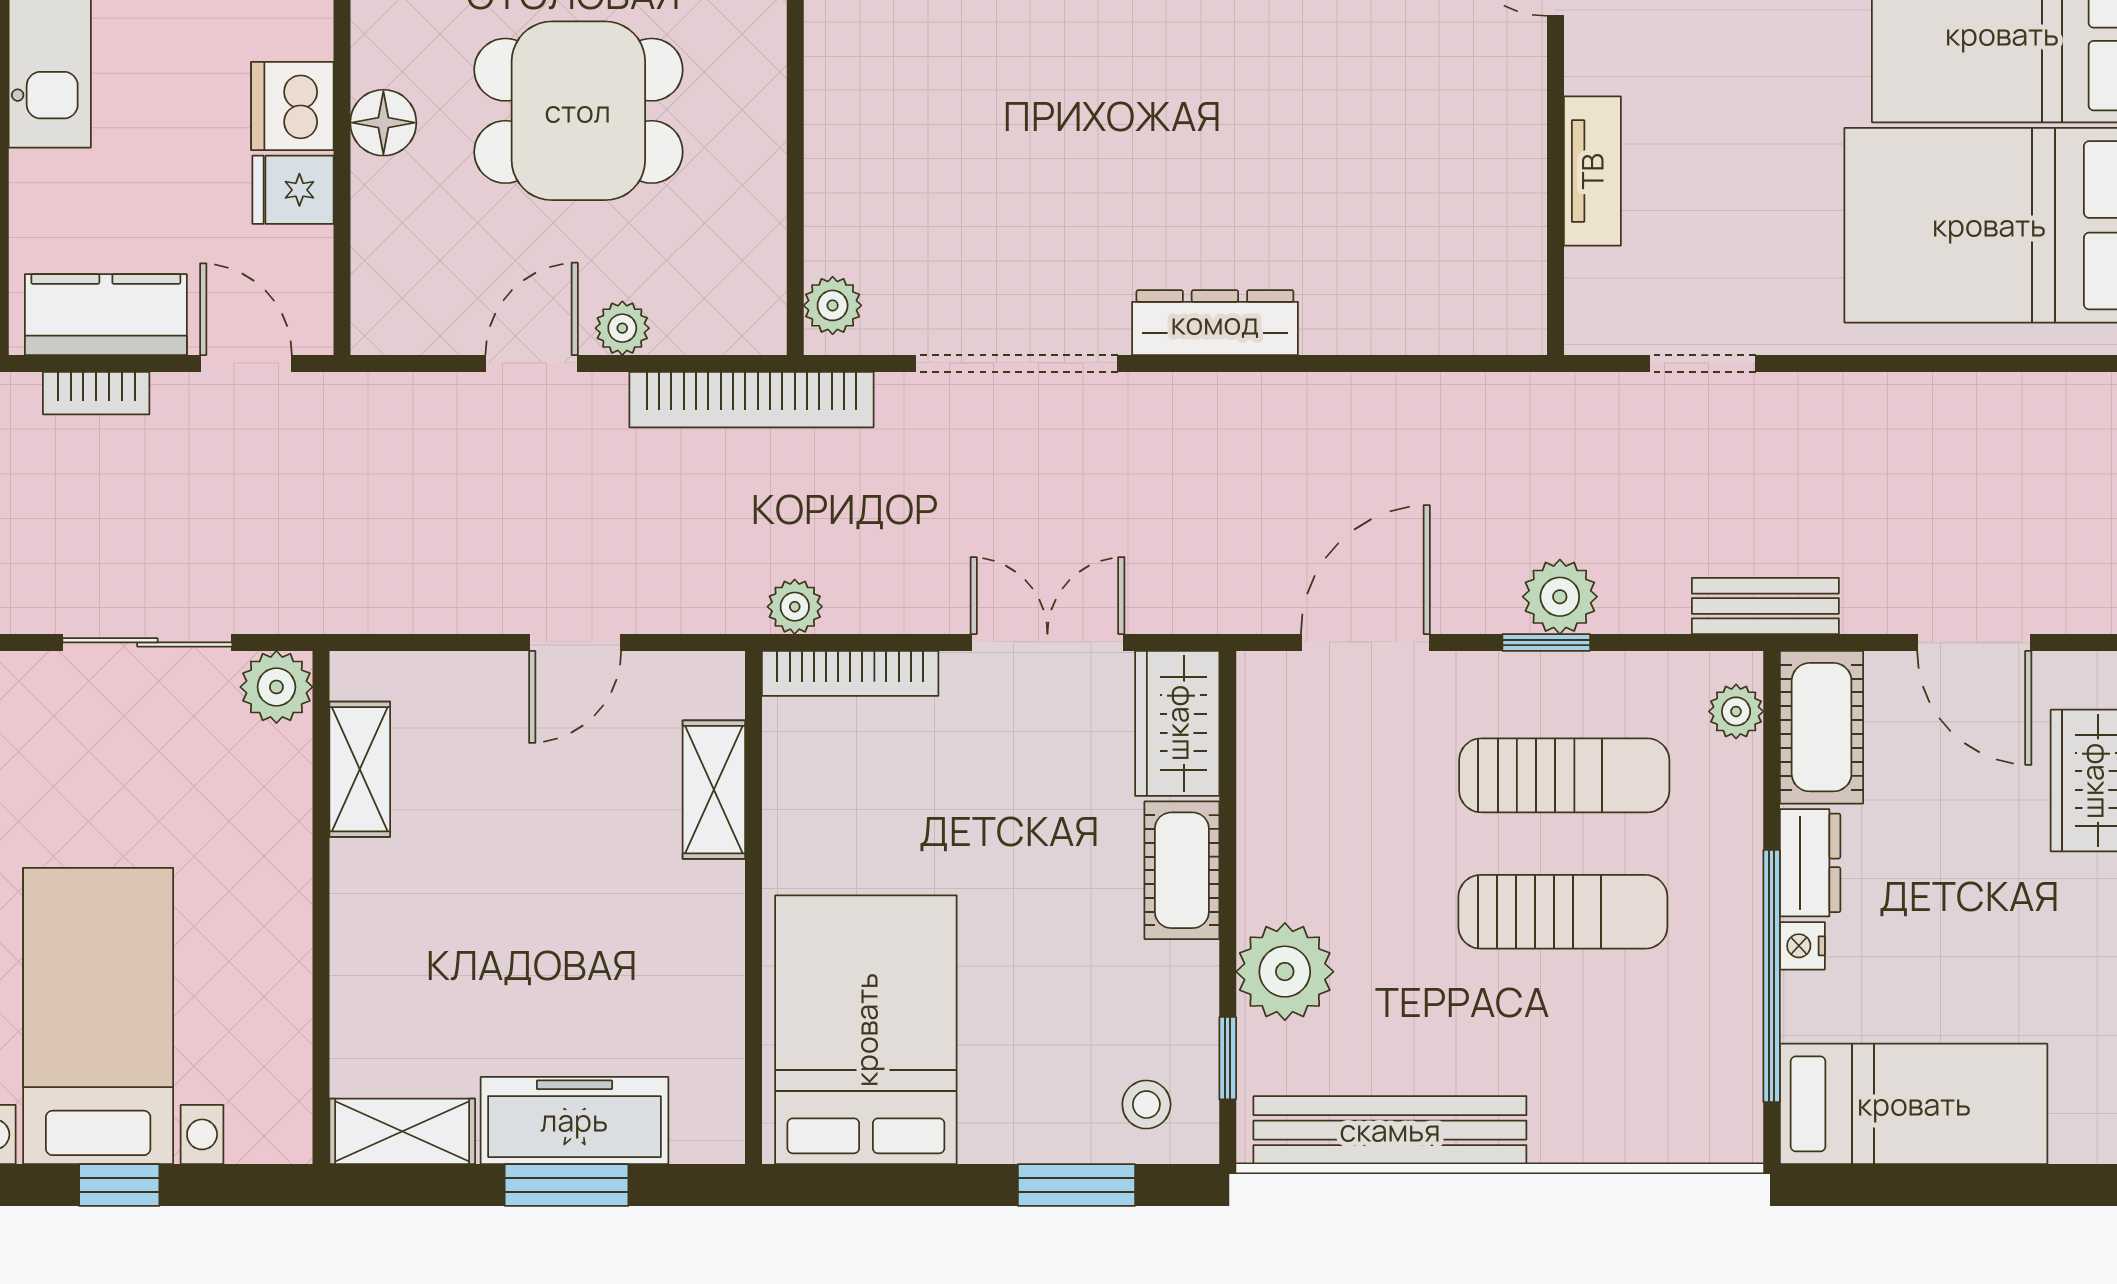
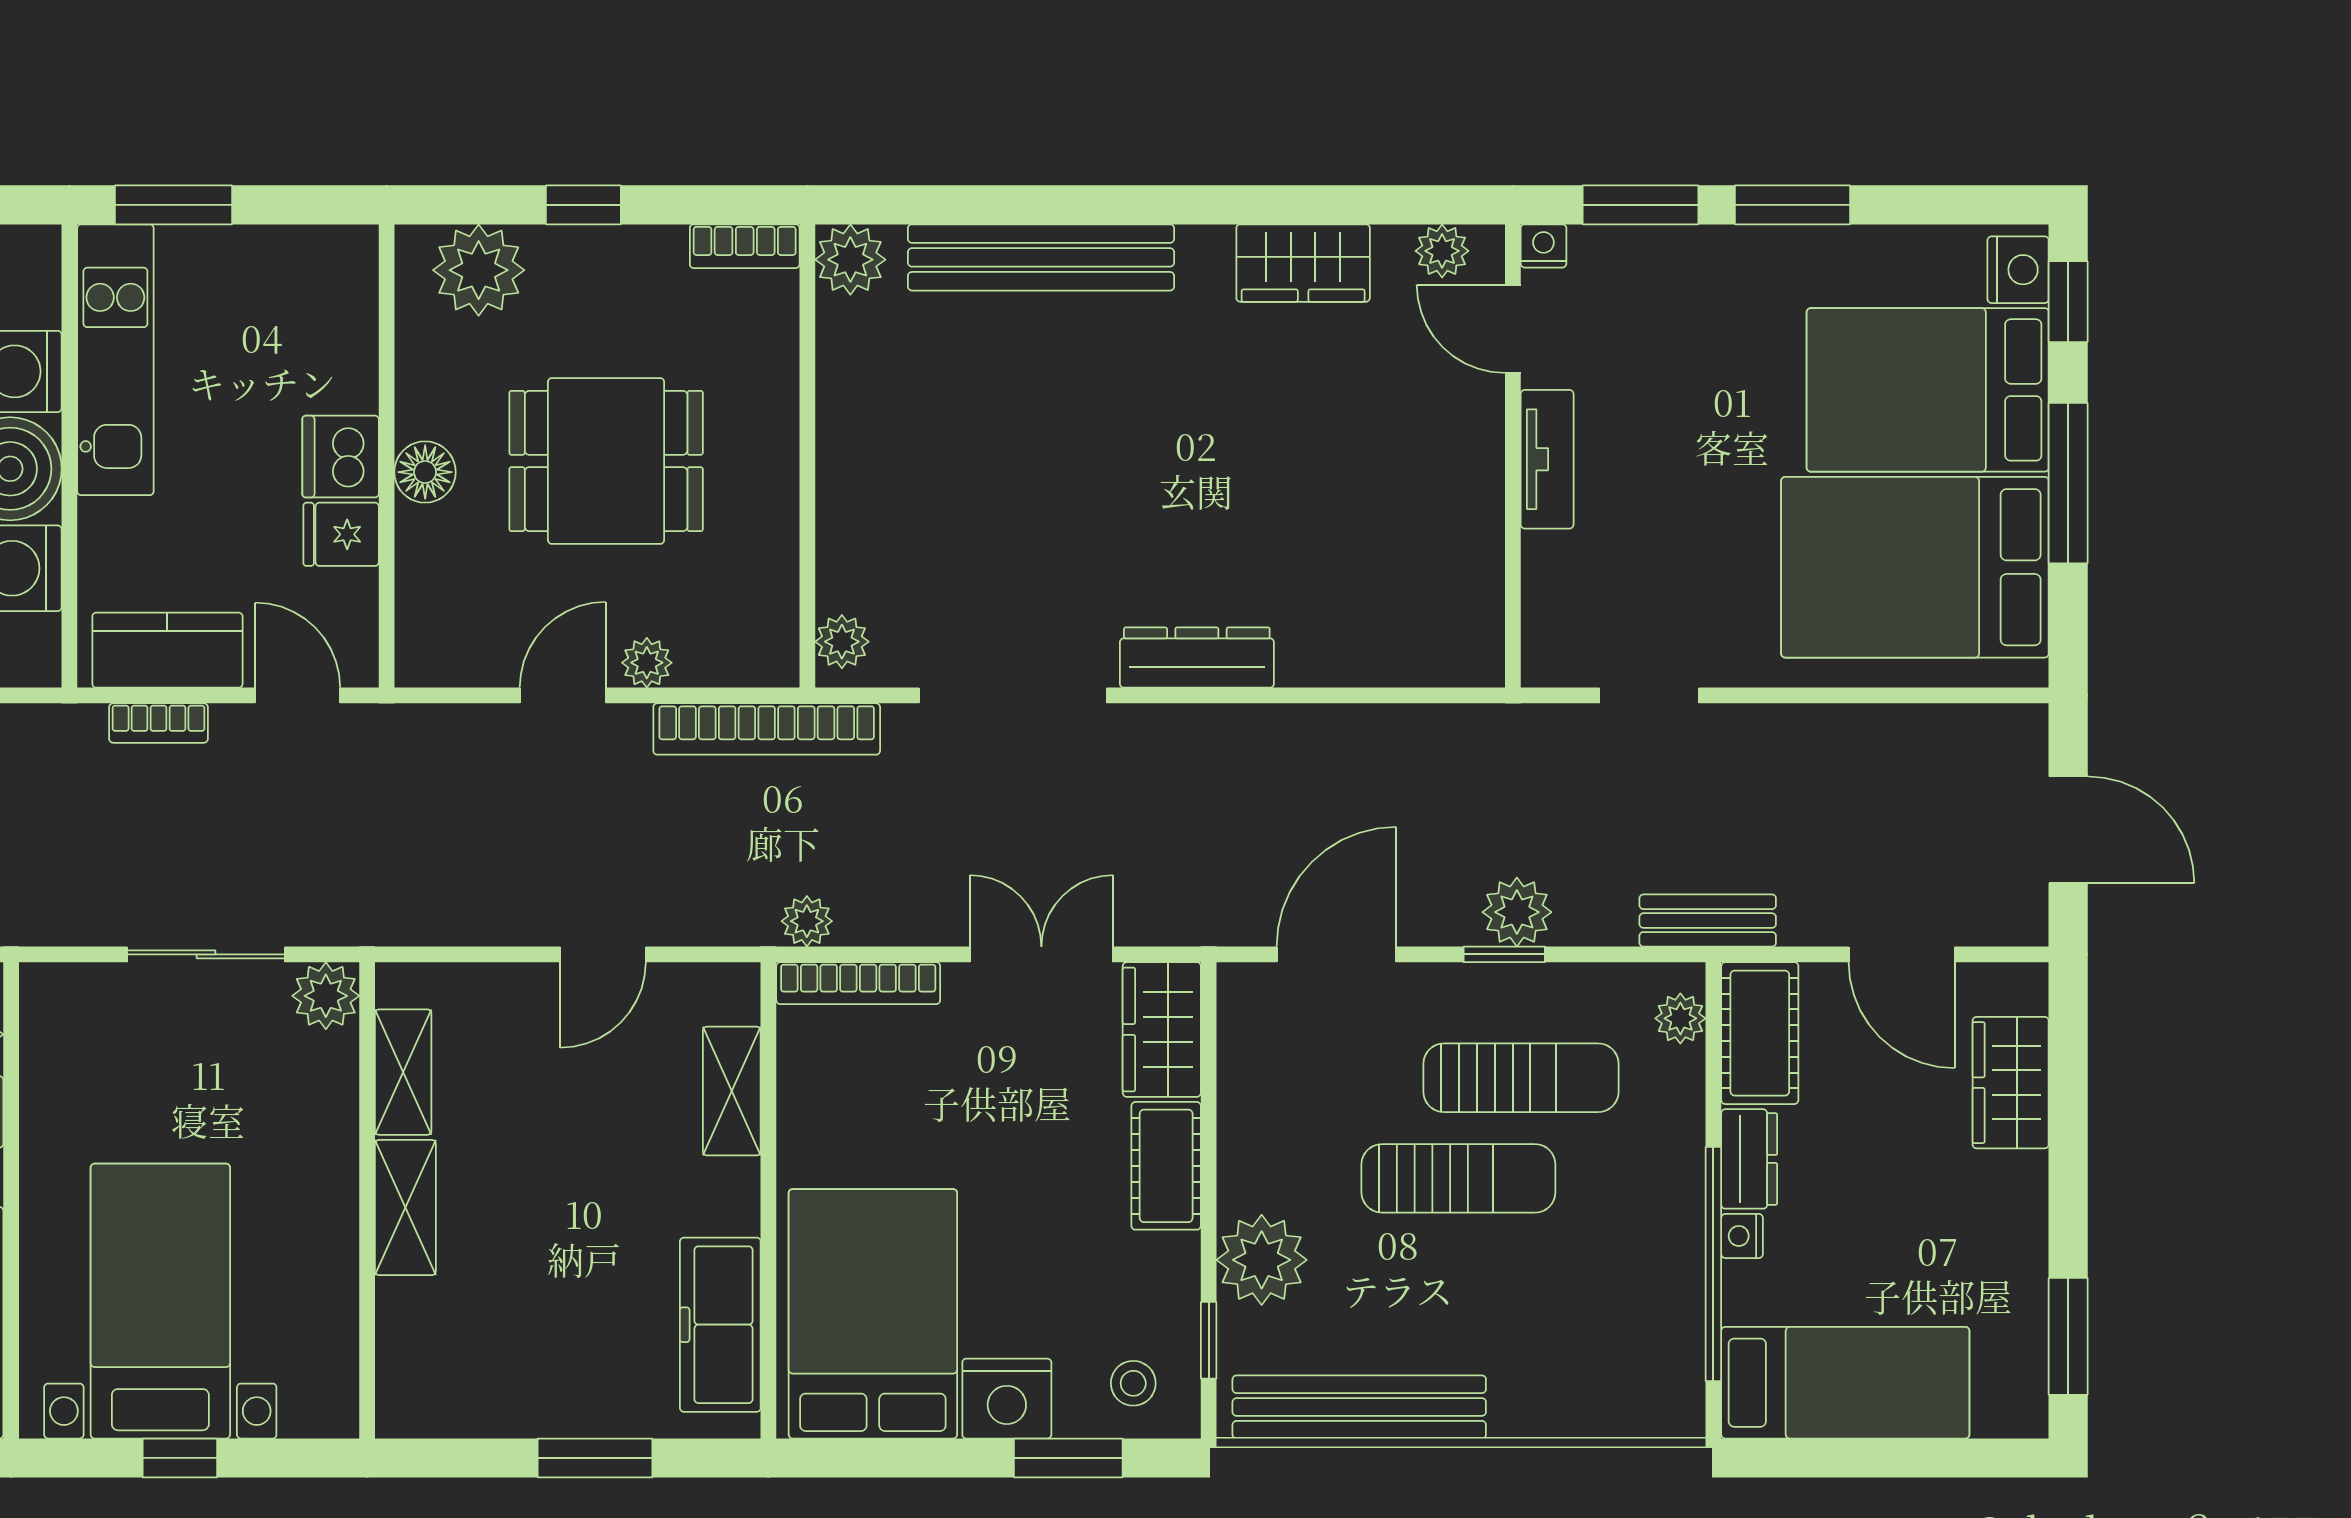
tv unit: (1592, 171) -> (1547, 459), moved
sun lounger: (1563, 912) -> (1458, 1178), moved
freezer: (574, 1120) -> (720, 1325), moved, turned -90
nightstand: (1010, 1121) -> (1007, 1399), added
shelving: (402, 1131) -> (405, 1208), moved, turned 90

